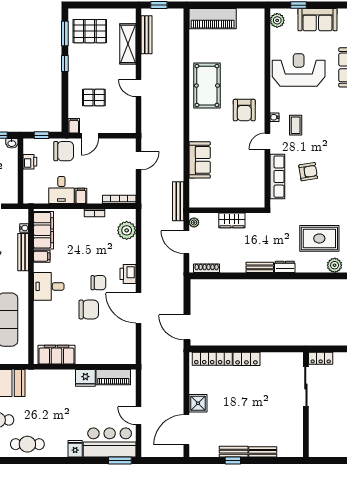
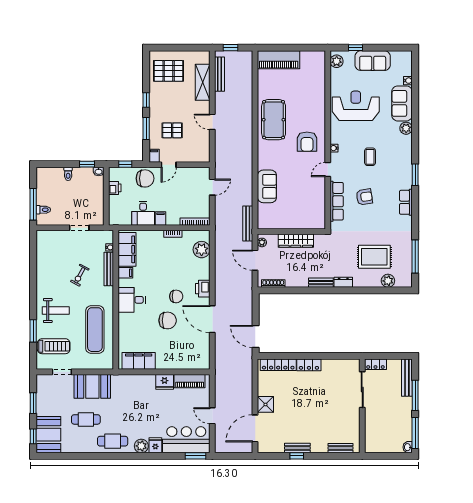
window: (65, 33) -> (146, 128), moved
coffee table: (296, 125) -> (370, 157), moved
wardrobe: (232, 220) -> (296, 241), width x1.50
plant: (59, 449) -> (141, 446), added
bench: (263, 452) -> (341, 448), moved

